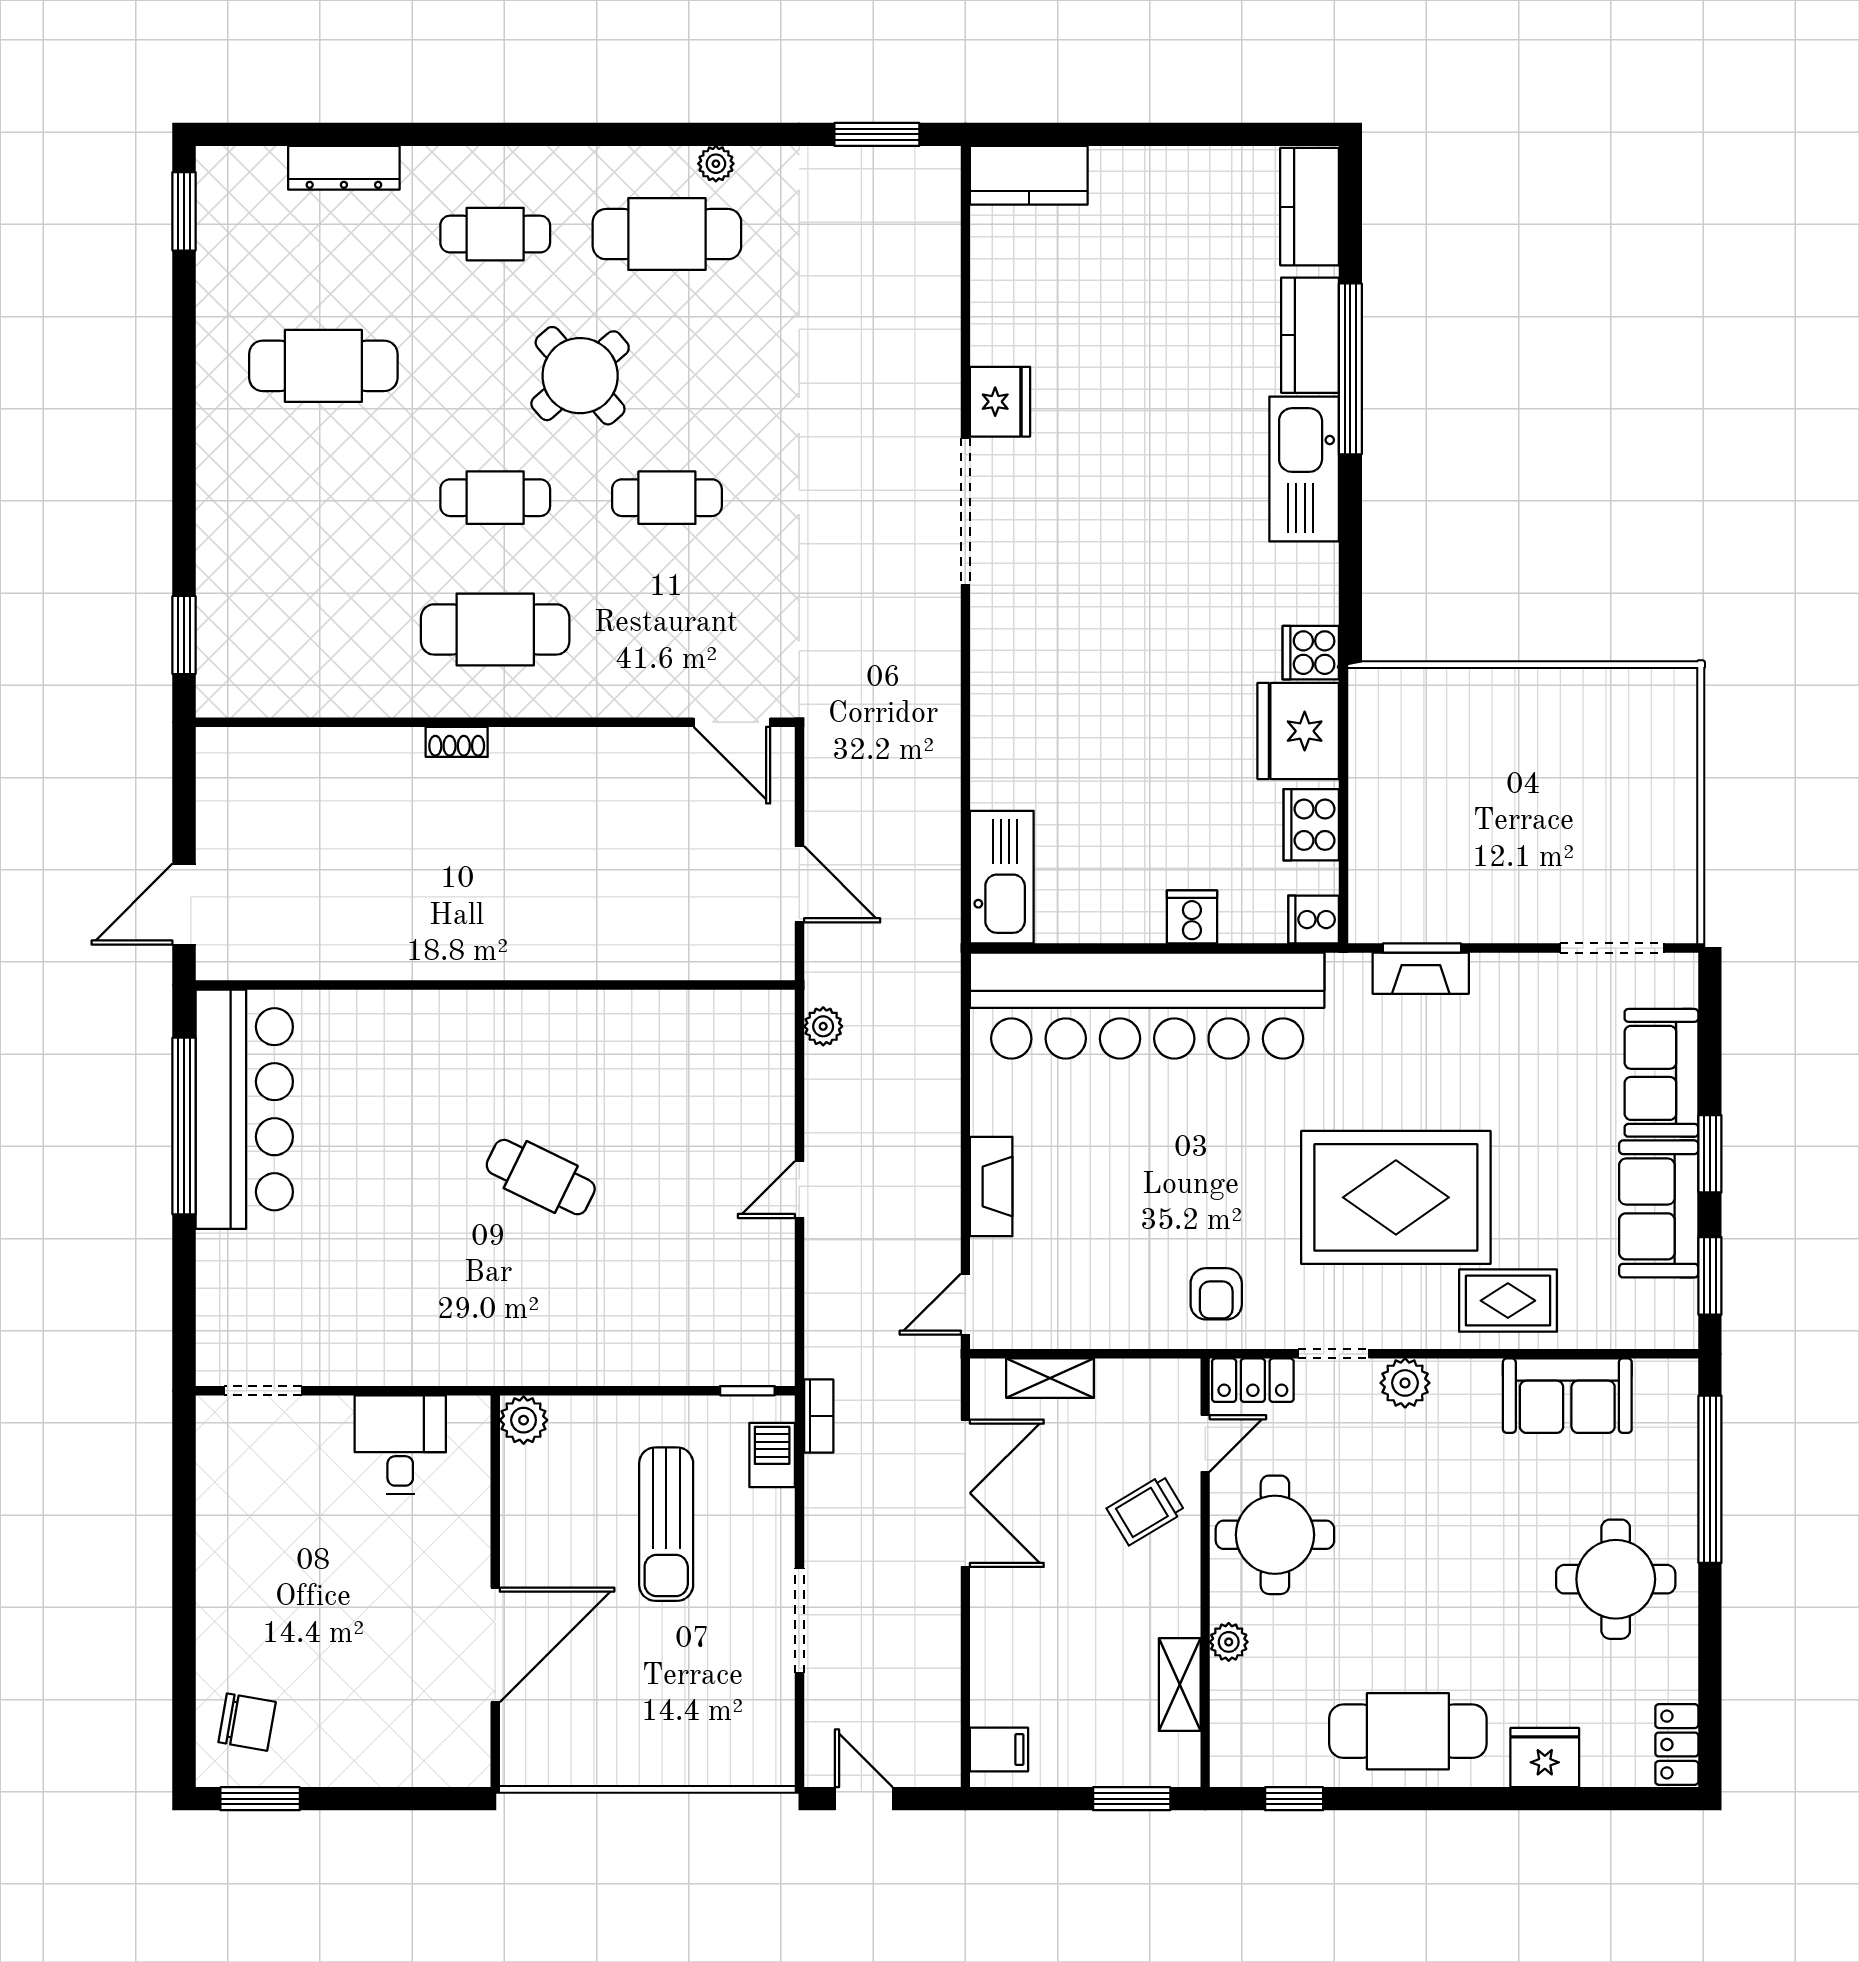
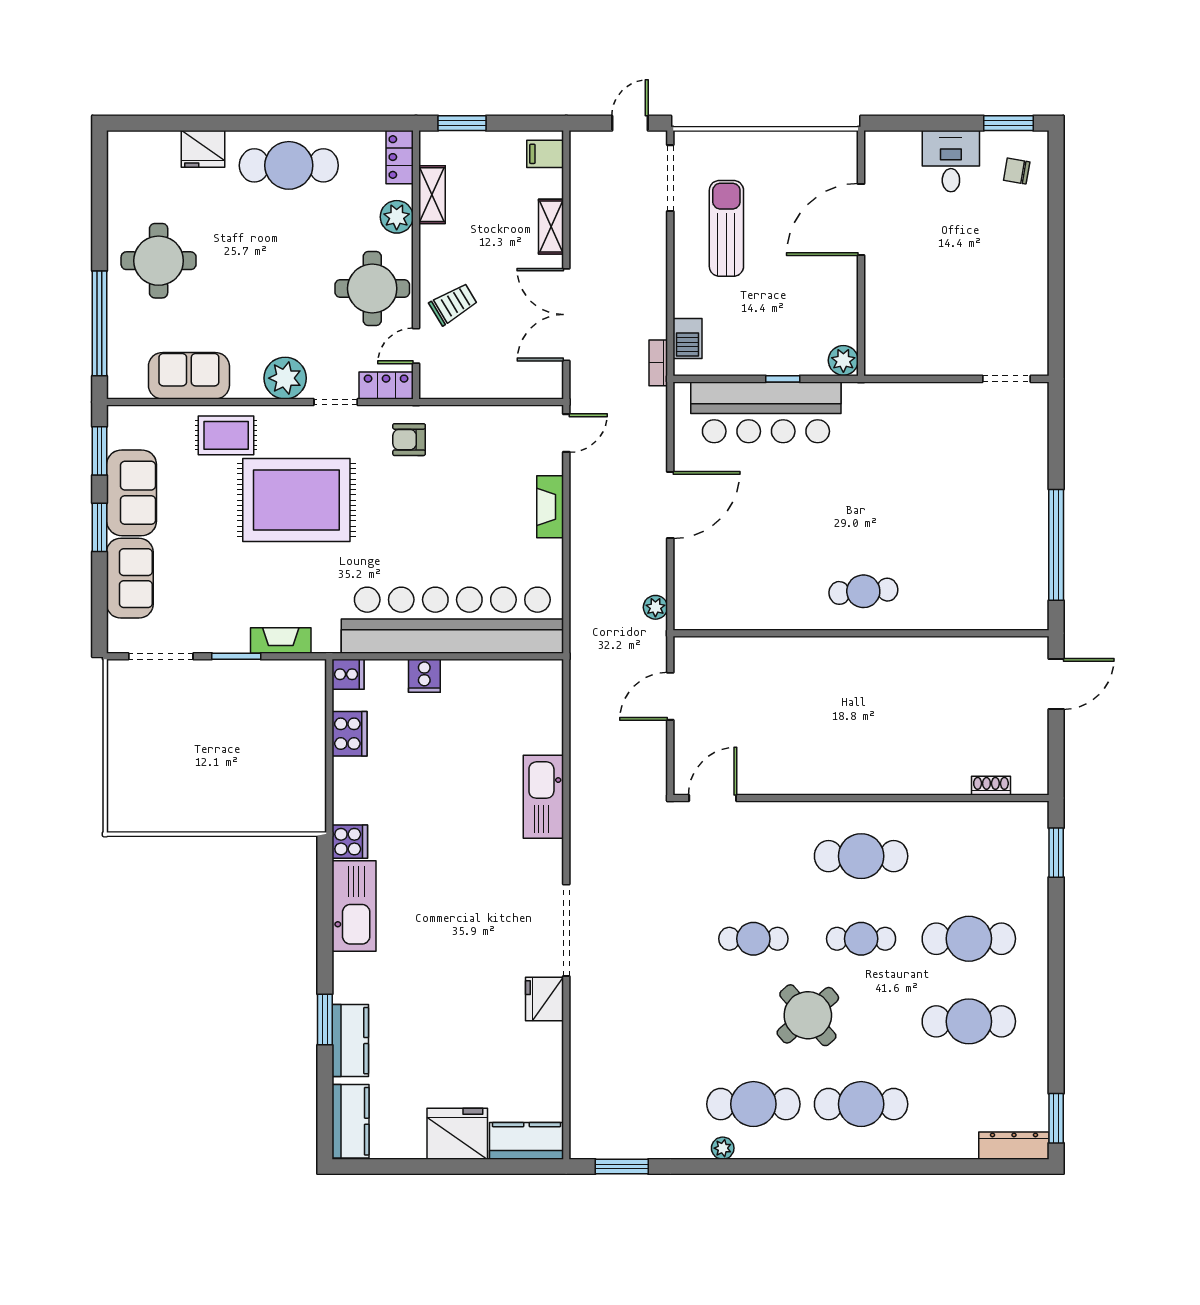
dresser: (344, 168) -> (1014, 1146), moved
cafe table: (495, 234) -> (861, 1104), width x1.37, depth x1.35
window: (1350, 369) -> (325, 1019), width x0.47
kitchen sink: (1304, 469) -> (354, 906), moved
cafe table: (323, 498) -> (969, 939), added
door: (732, 722) -> (713, 798), hinge flipped
fridge: (1298, 731) -> (457, 1134), moved, turned -90
shoe rack: (457, 742) -> (991, 786), moved
kitchen sink: (1002, 877) -> (543, 797), moved
door: (799, 884) -> (670, 696), hinge flipped
window: (1422, 948) -> (236, 656), moved
bar counter: (244, 1109) -> (766, 412), moved, turned -90
cafe table: (541, 1177) -> (863, 591), moved, turned -30
door: (799, 1190) -> (670, 505), width x1.88
armchair: (1216, 1294) -> (409, 440), turned -90
shelving: (1050, 1378) -> (551, 227), moved, turned 90
plant: (1405, 1383) -> (285, 378), width x1.36, depth x1.36
window: (747, 1391) -> (783, 379), moved
desk: (400, 1444) -> (951, 161), moved, turned 180
sun lounger: (666, 1524) -> (726, 228), moved
doorway: (799, 1621) -> (670, 178), moved
plant: (1229, 1642) -> (397, 217), width x1.38, depth x1.38
chair: (247, 1722) -> (1017, 171), width x0.73, depth x0.73
locker: (1677, 1744) -> (400, 157), moved, turned 180
door: (864, 1799) -> (630, 123), swing flipped
window: (1294, 1799) -> (360, 123), removed

